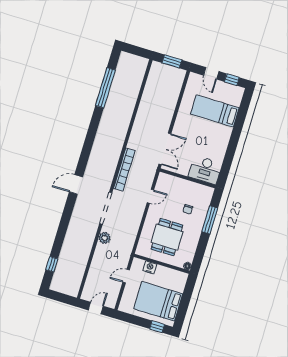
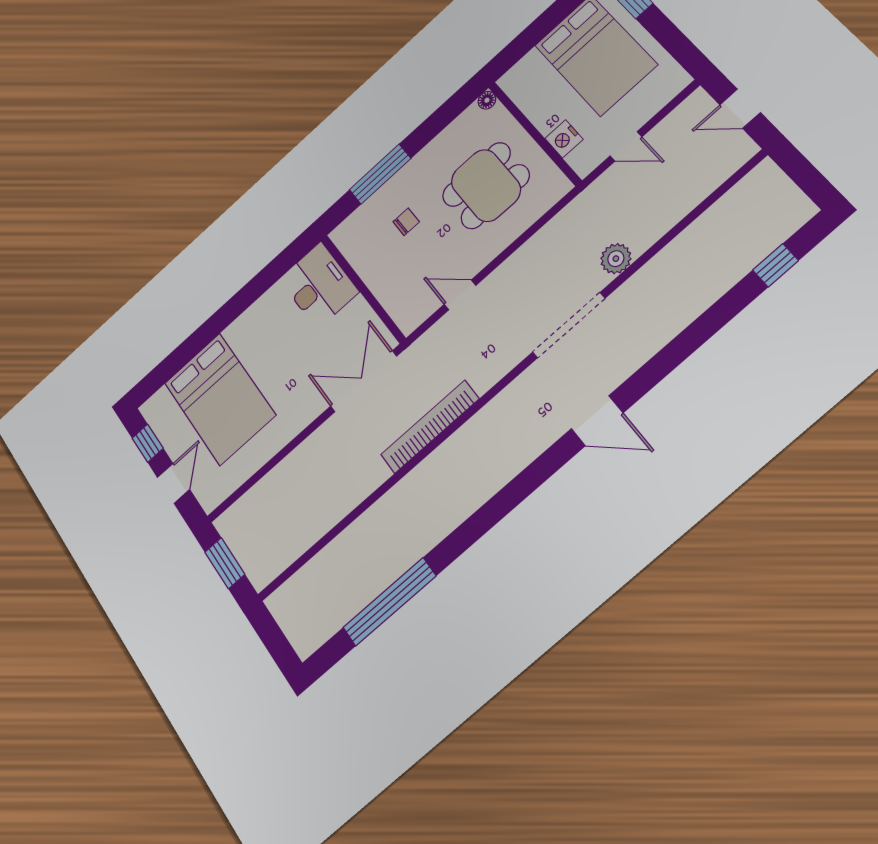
bed: (215, 111) -> (220, 399), width x1.50
bookcase: (124, 169) -> (430, 427), moved

